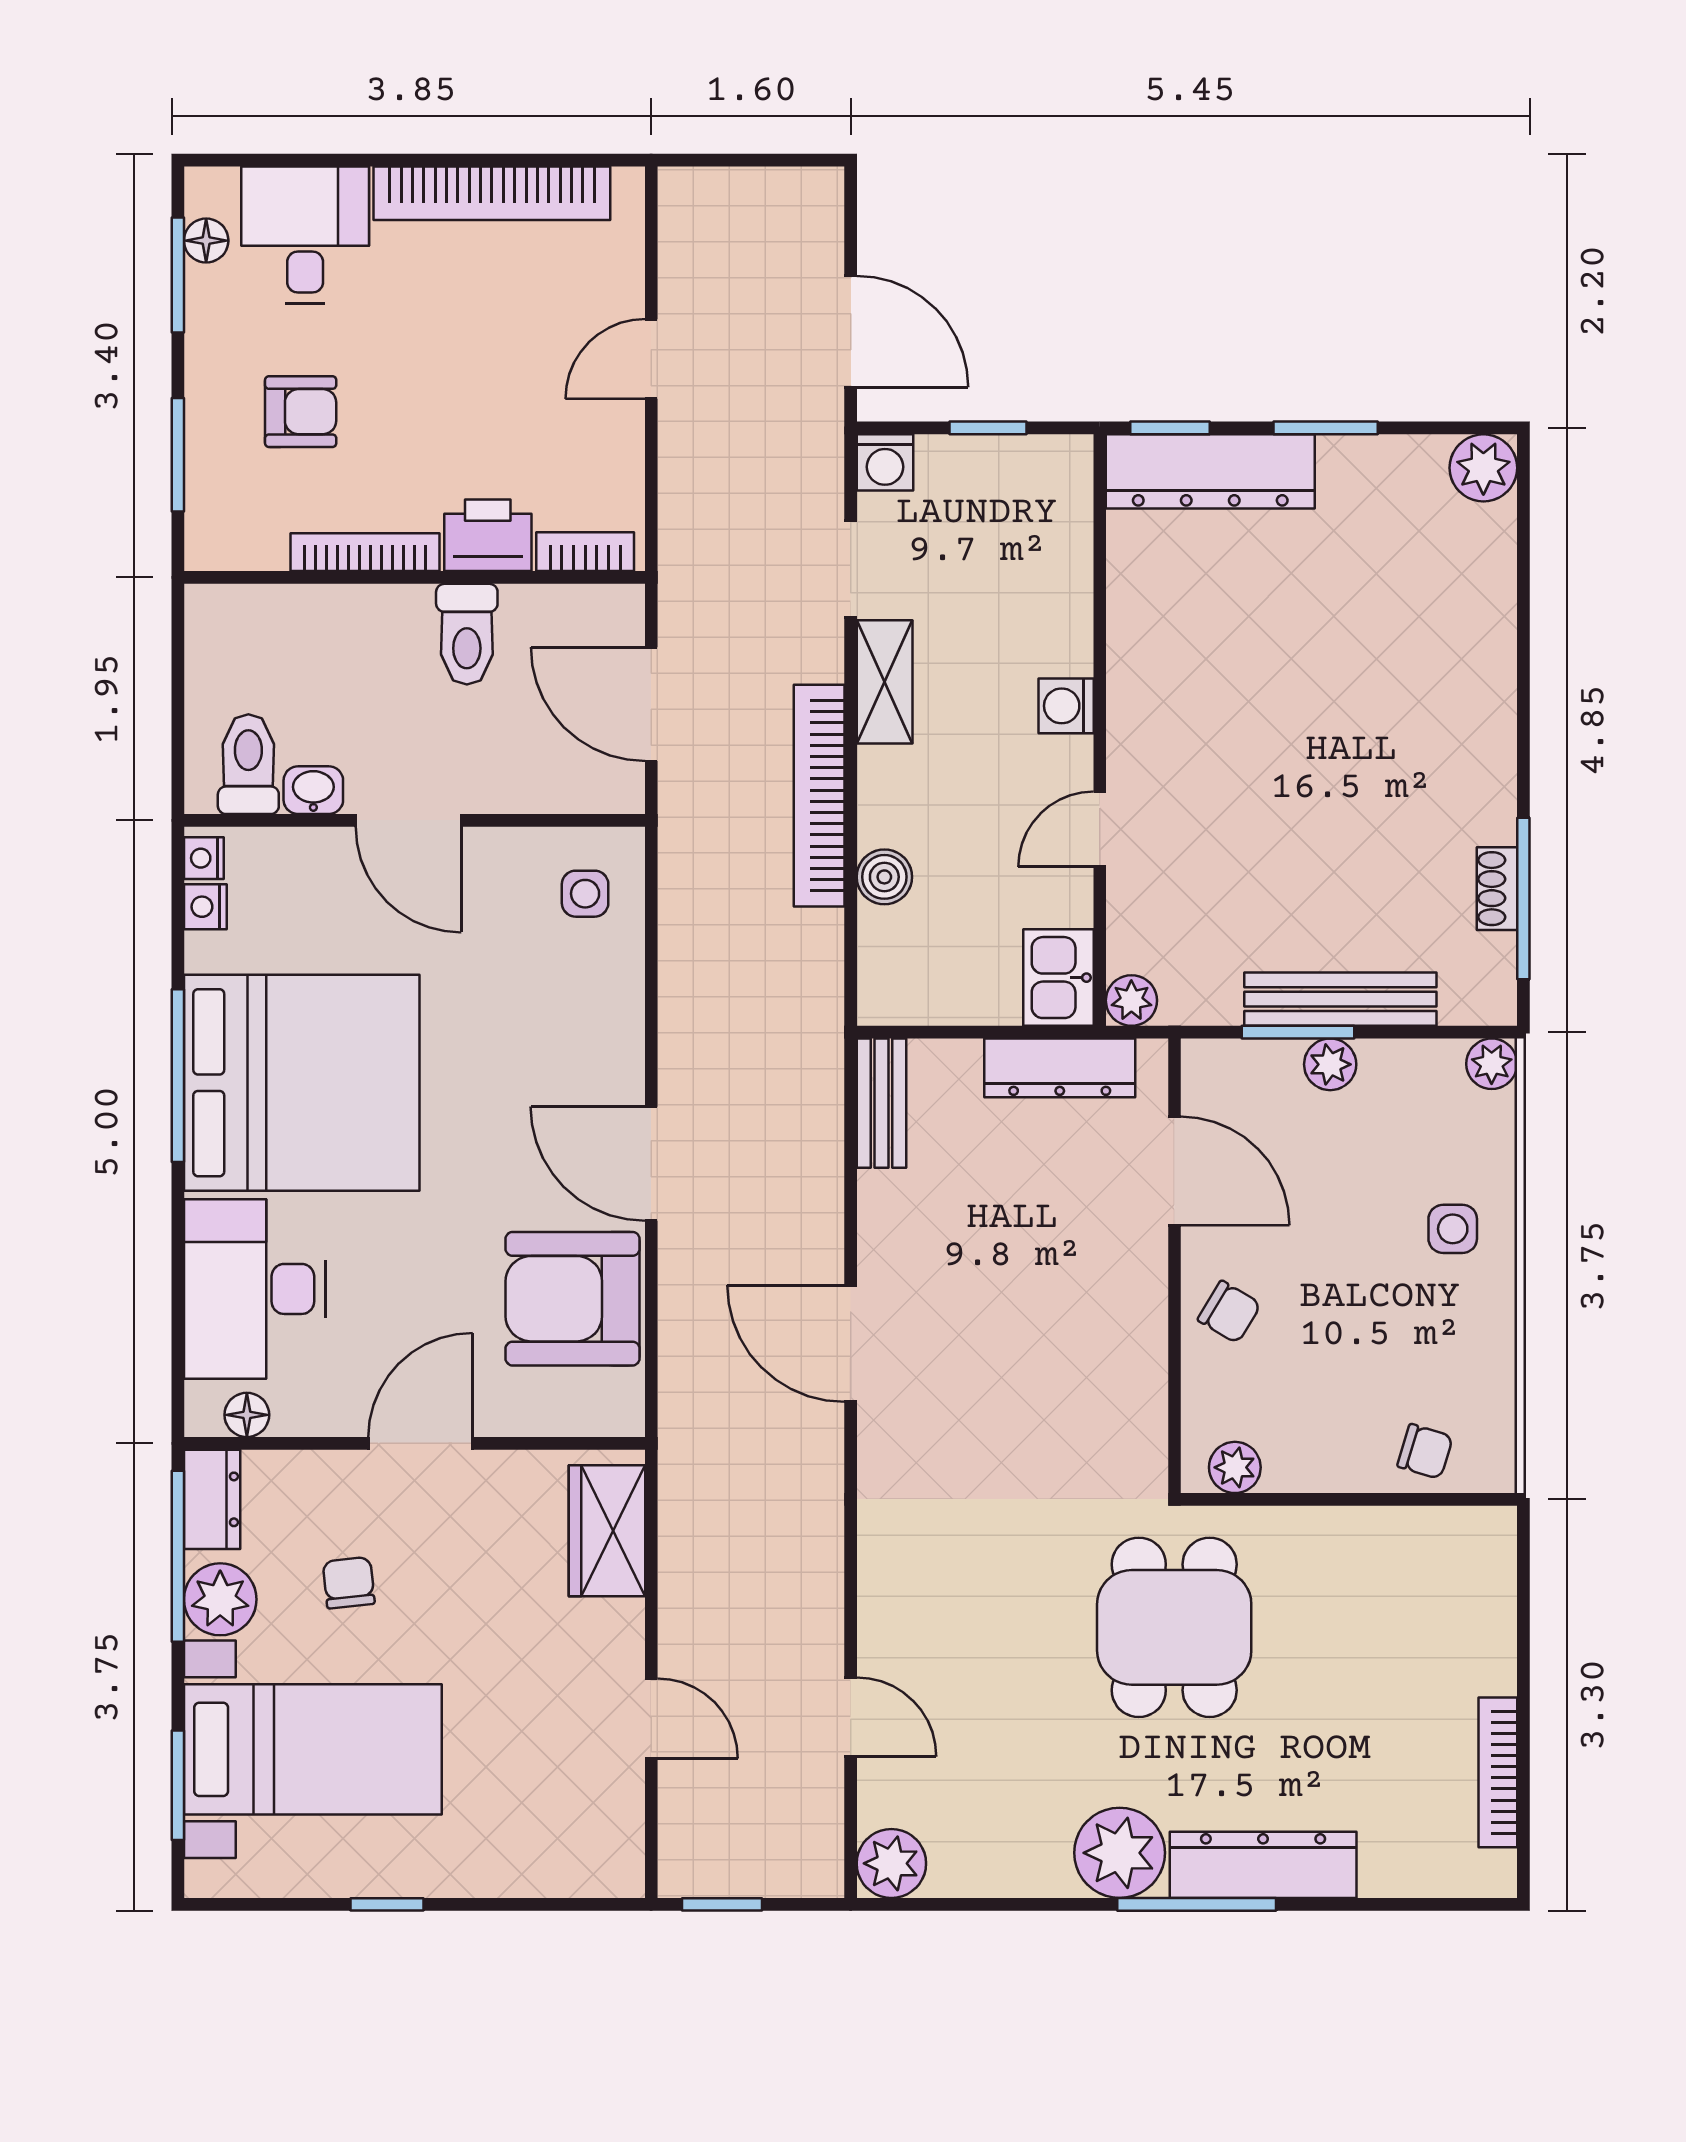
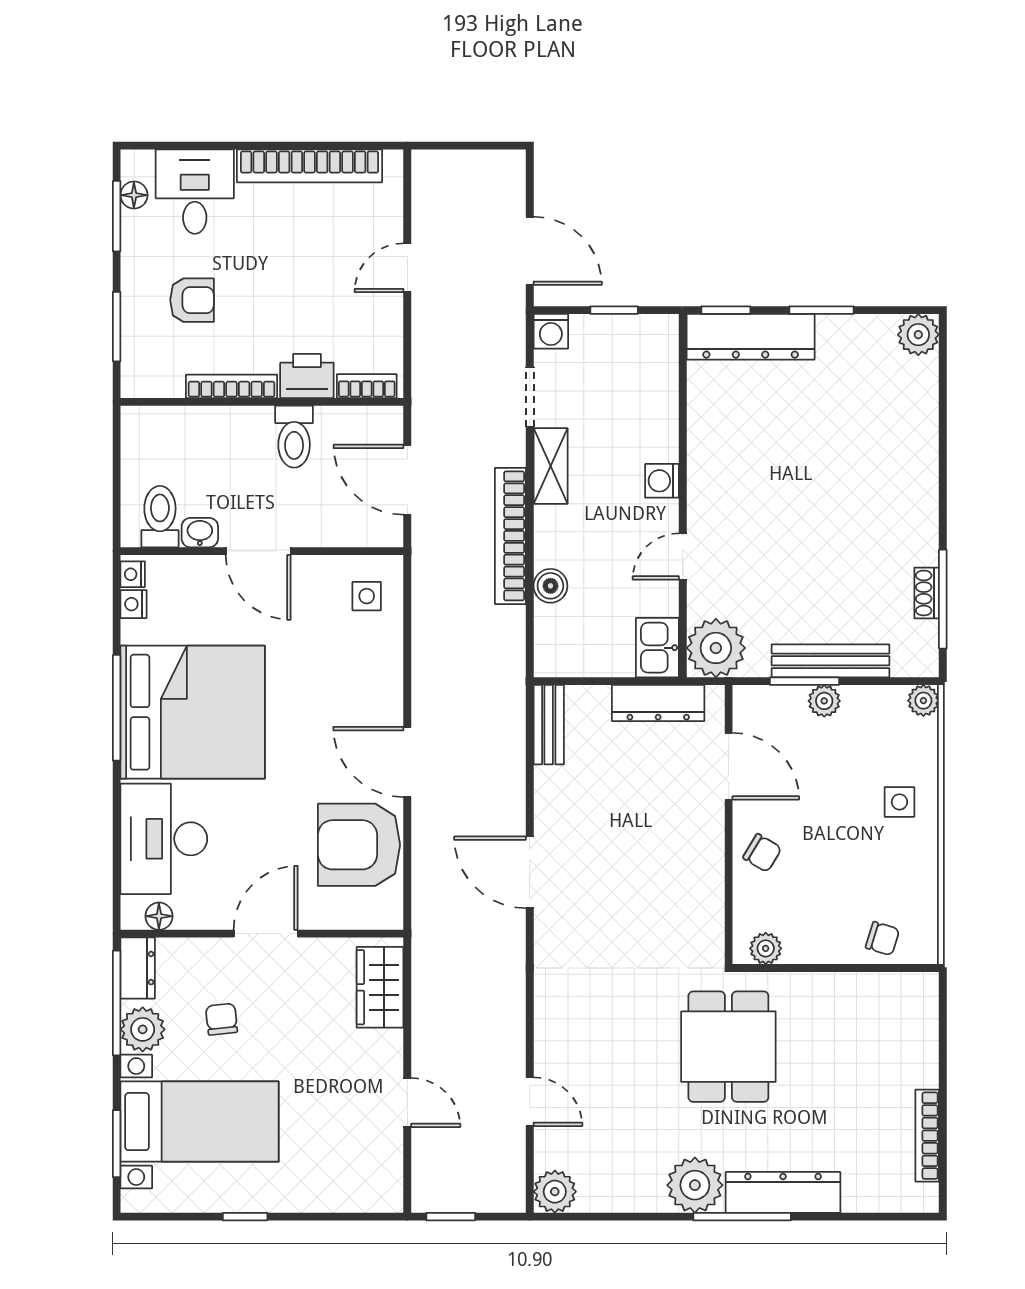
plant: (1131, 1000) -> (716, 648), width x1.87, depth x1.87

